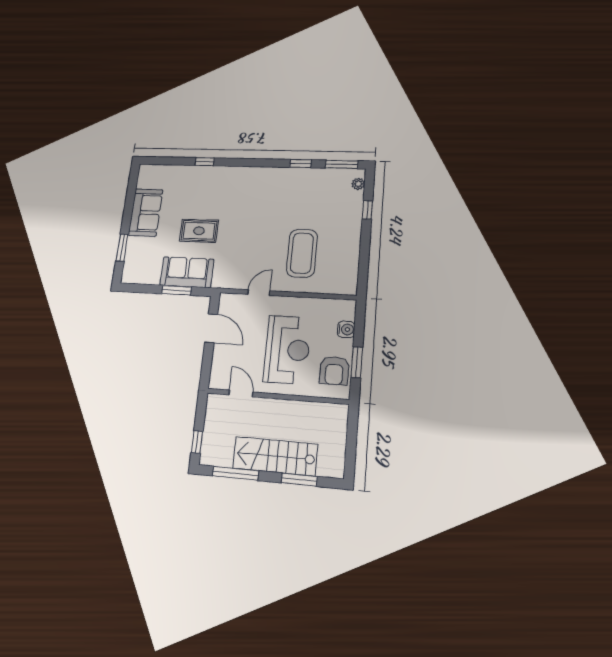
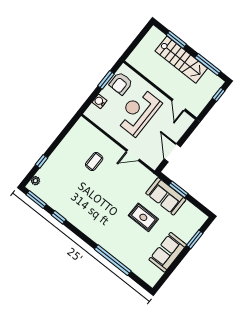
window: (205, 162) -> (113, 260), width x3.17
coffee table: (302, 253) -> (94, 161), width x0.54, depth x0.58
armchair: (334, 371) -> (121, 83), turned 180

